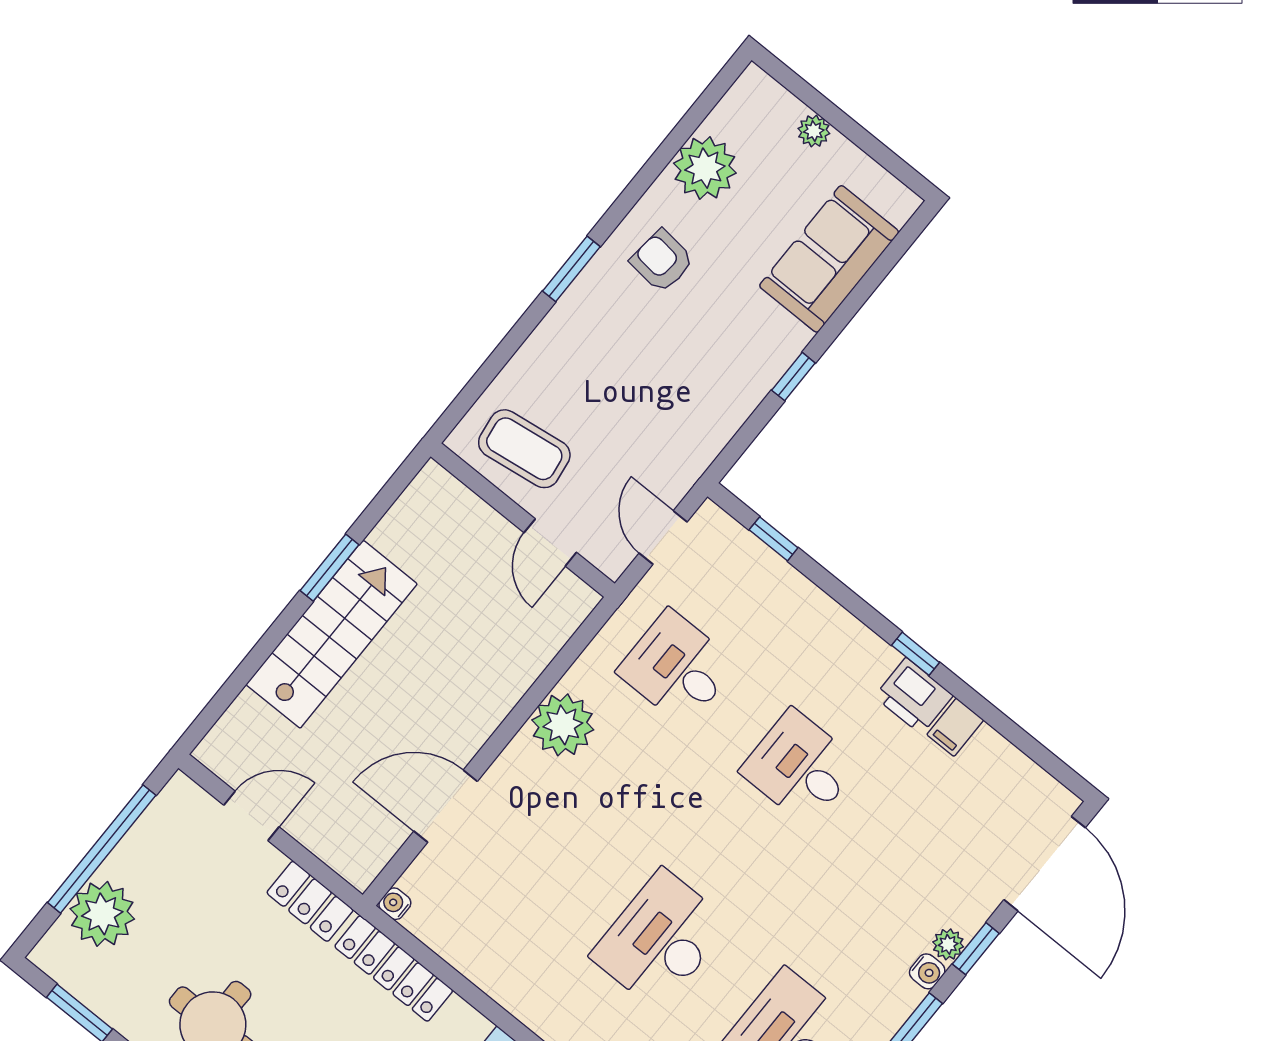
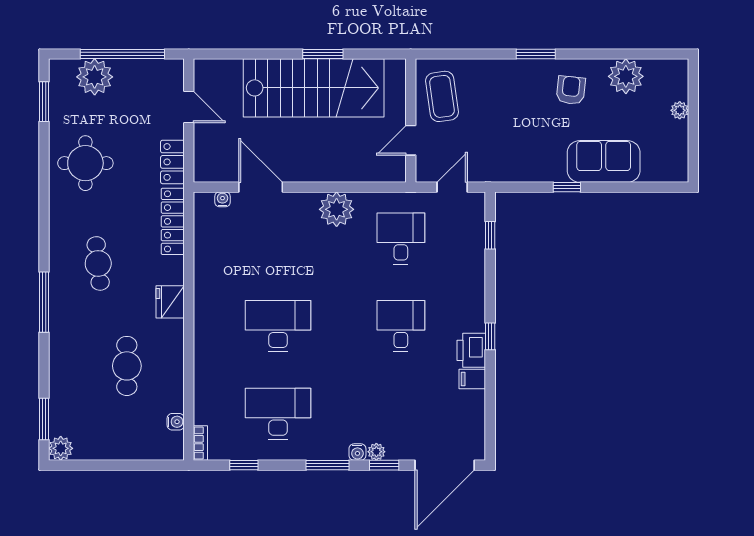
sofa: (829, 259) -> (604, 161), moved
stairs: (332, 634) -> (314, 88), width x1.36, depth x1.51
water cooler: (395, 904) -> (222, 199), moved

